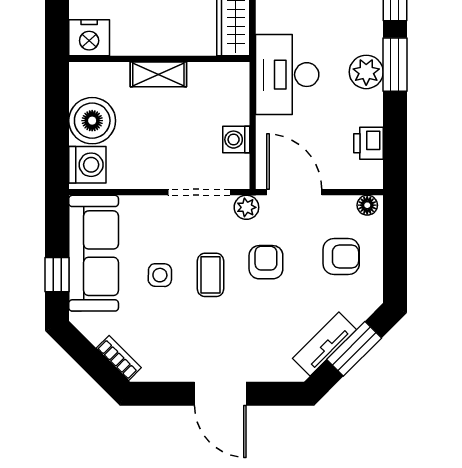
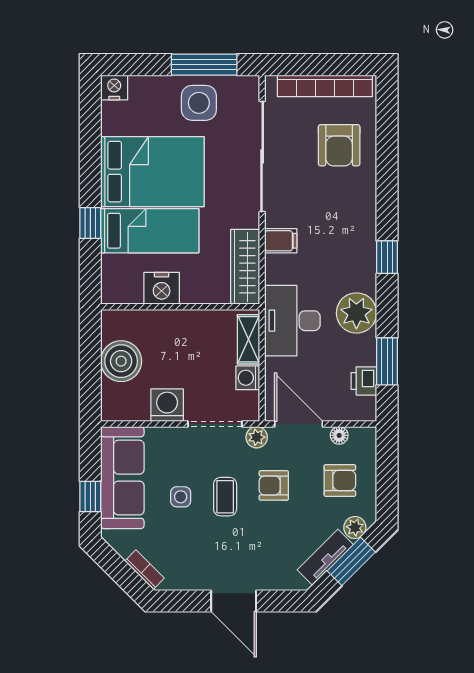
nightstand: (89, 38) -> (162, 288), moved
window: (395, 65) -> (387, 361), moved
plant: (366, 72) -> (356, 313), width x1.36, depth x1.36
shelving: (158, 74) -> (248, 339), moved, turned 90
washing machine: (87, 165) -> (167, 405), moved, turned -90
floor lamp: (367, 205) -> (339, 435), moved
armchair: (266, 262) -> (274, 485), turned -90
plant: (358, 310) -> (355, 528), added

